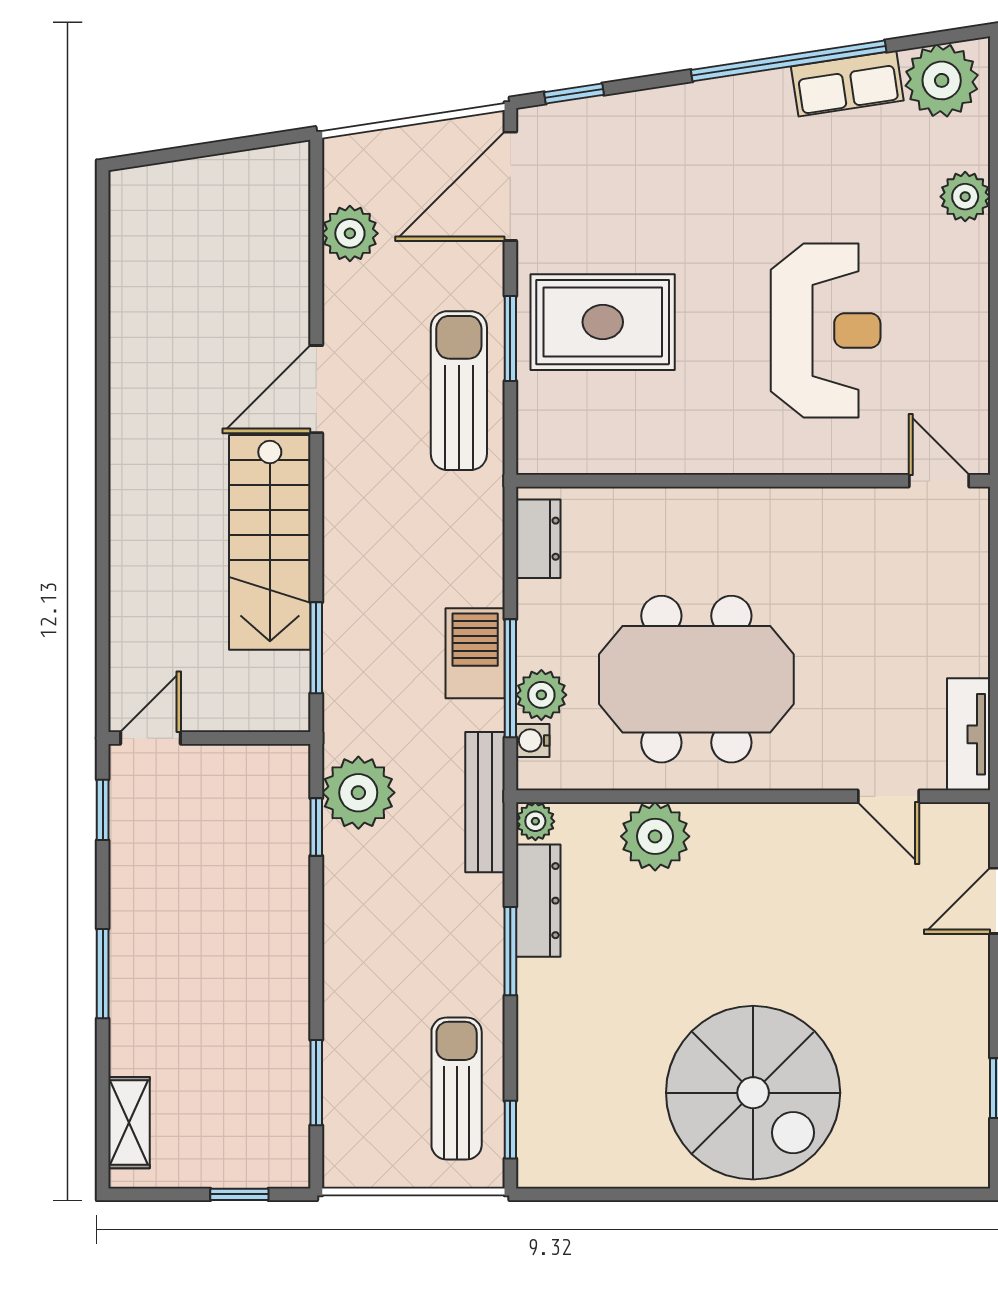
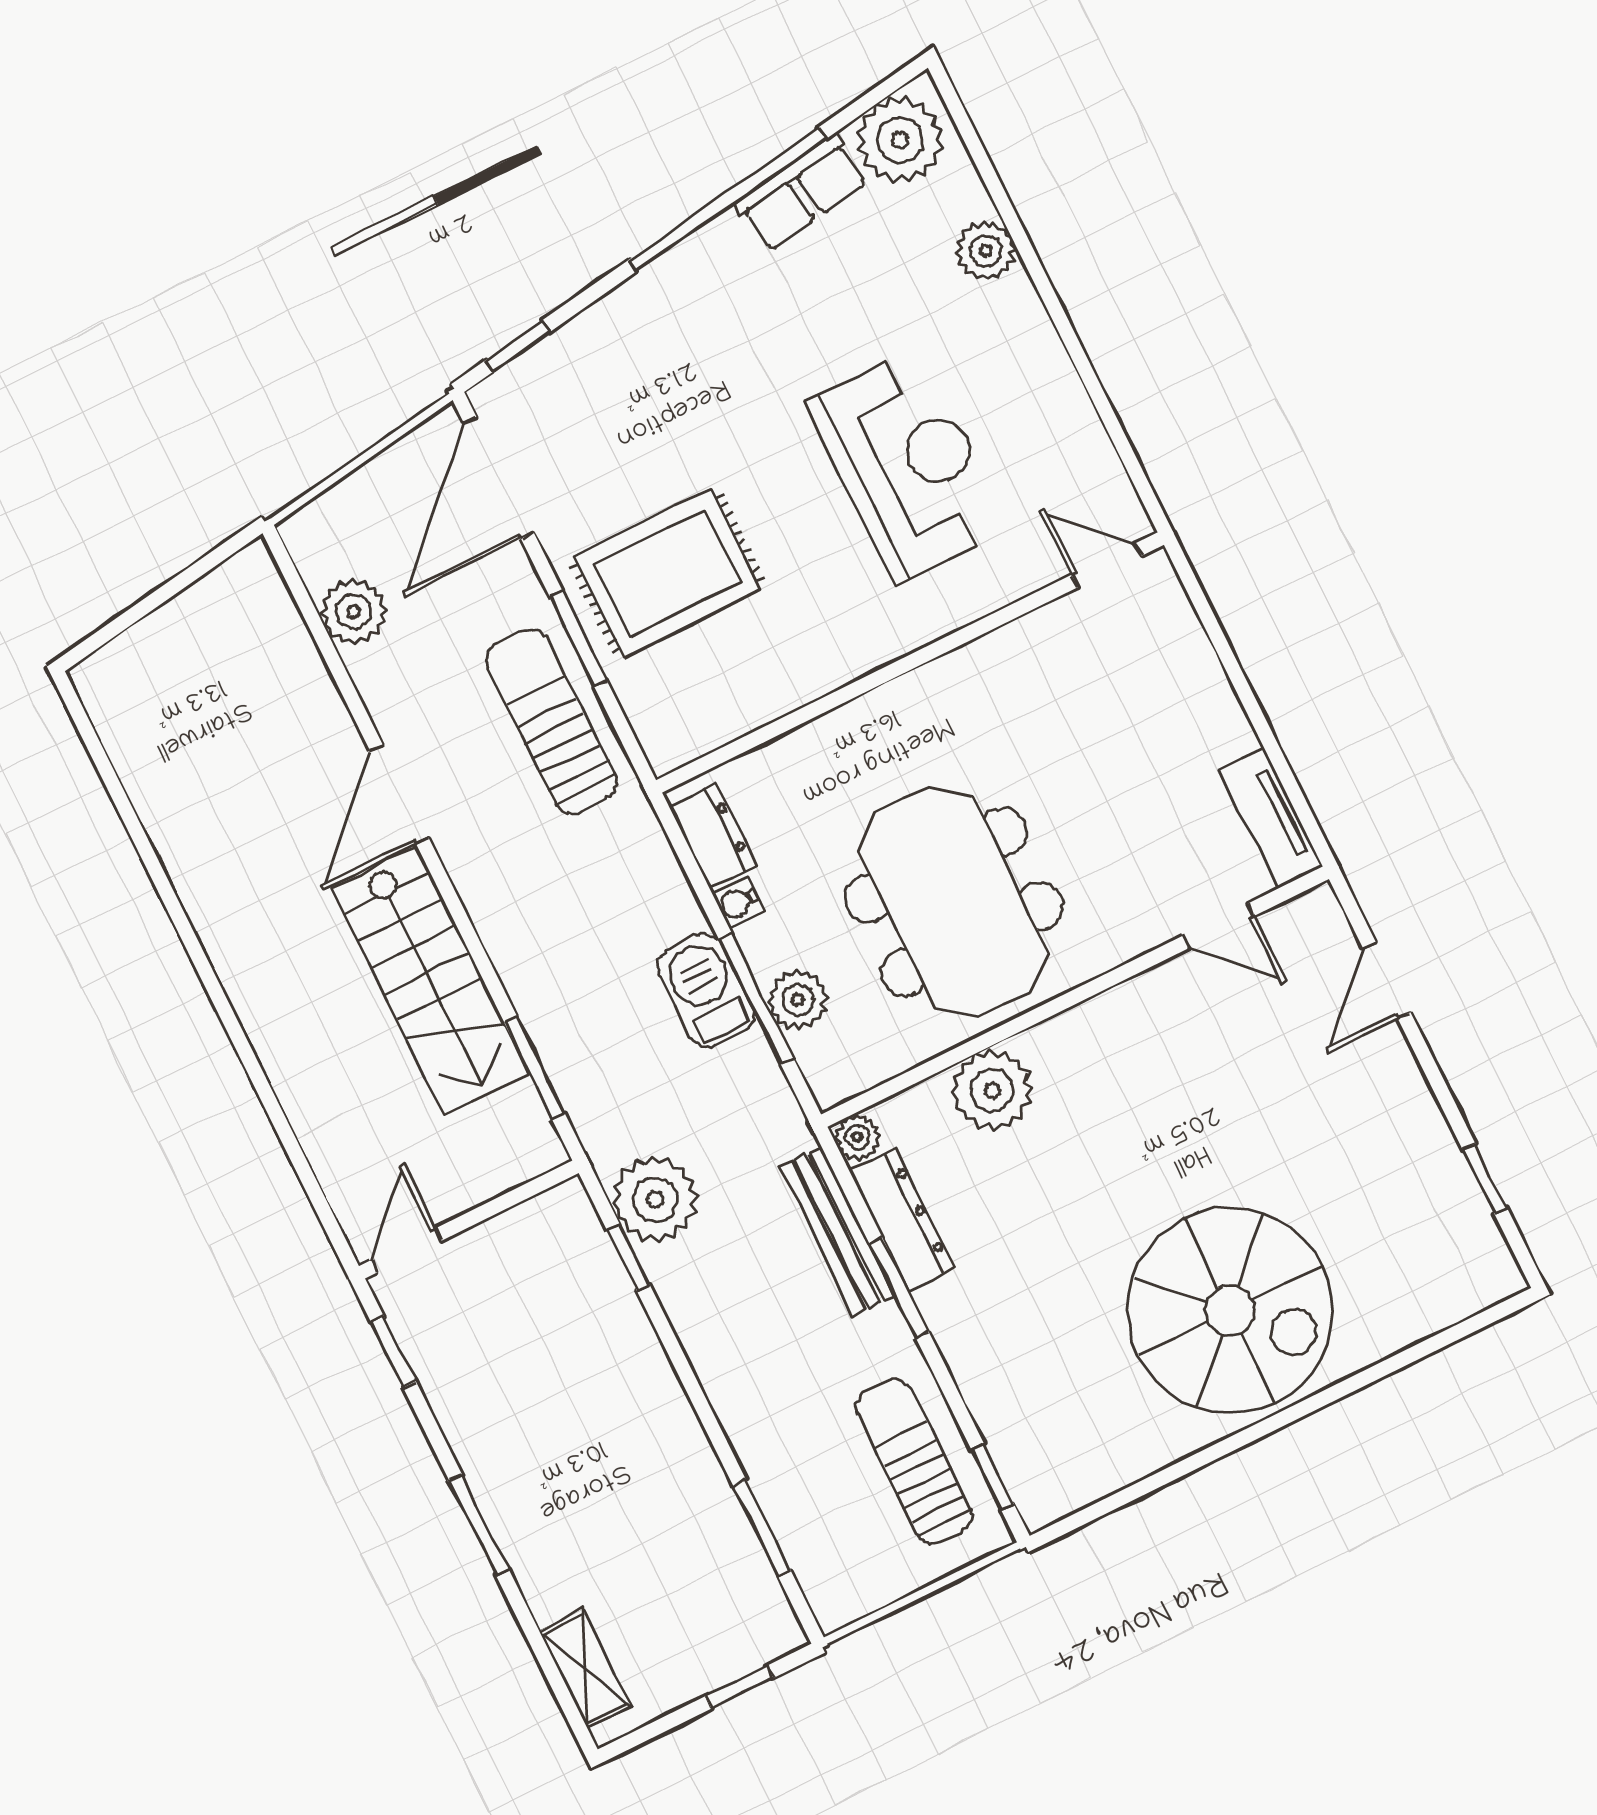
meeting table: (696, 679) -> (954, 902), turned 90
water cooler: (533, 740) -> (738, 902), moved
bench: (485, 802) -> (837, 1231), moved

